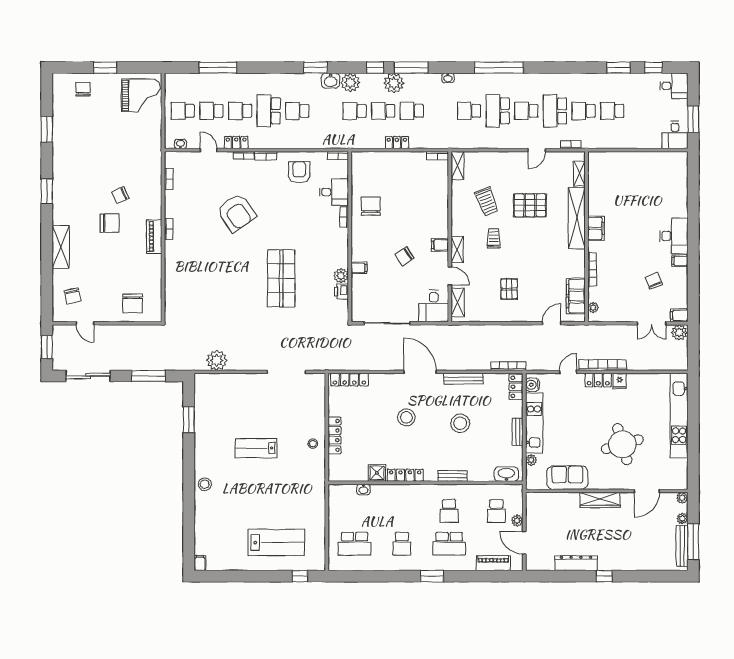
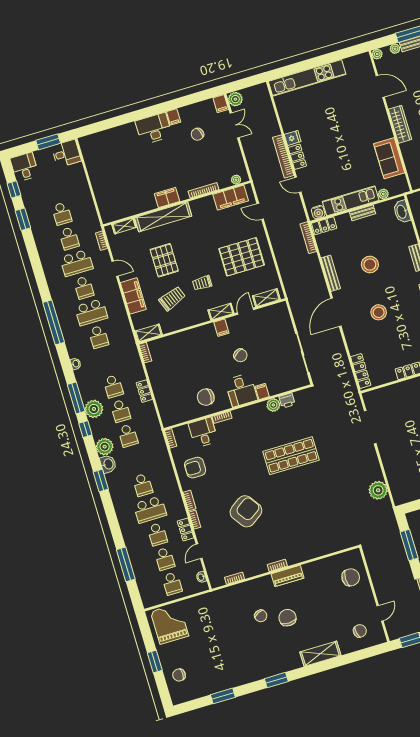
filing cabinet: (502, 161) -> (133, 296), added
pallet: (509, 289) -> (242, 257), width x2.05, depth x2.00
desk: (434, 306) -> (241, 390), moved, turned 90
round table: (622, 444) -> (346, 119), removed

